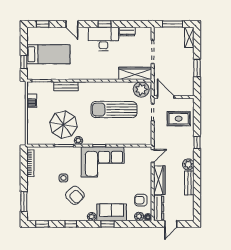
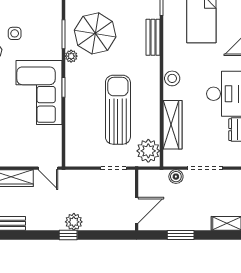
boiler: (158, 71) -> (176, 177), added
wardrobe: (135, 73) -> (172, 125), moved
stool: (93, 74) -> (172, 78), added
door: (166, 97) -> (137, 210), moved
rug: (179, 119) -> (104, 207), removed
plant: (188, 164) -> (74, 222), moved

